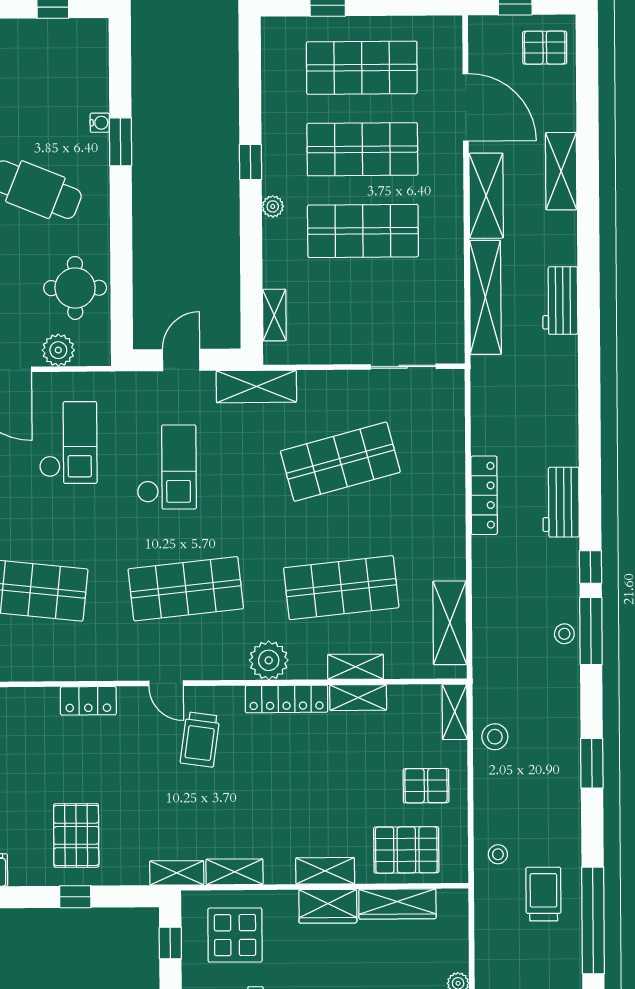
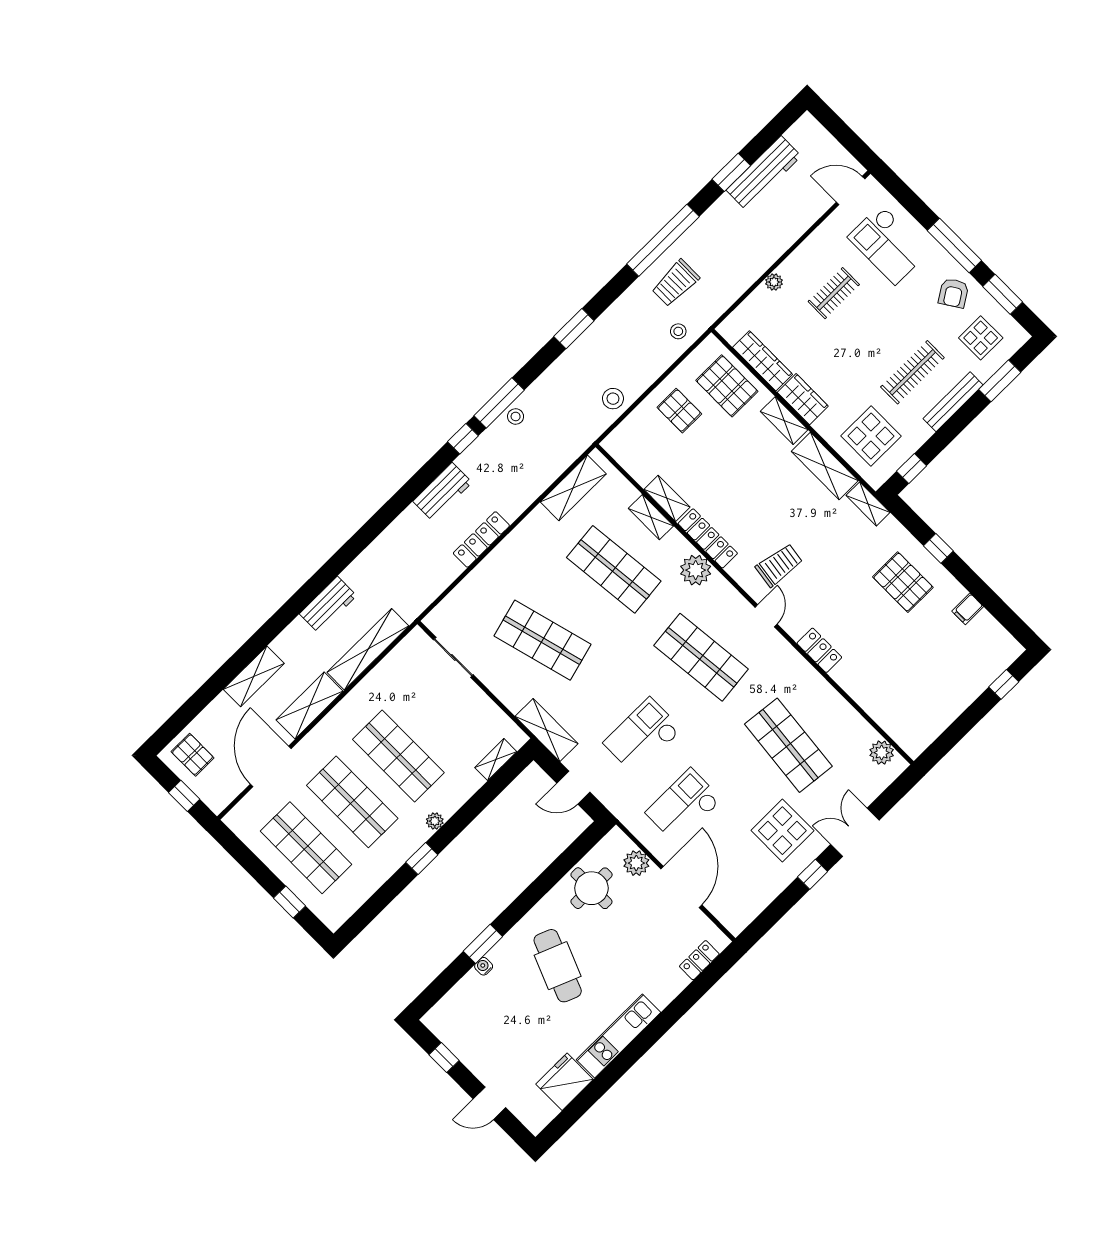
shelving: (455, 712) -> (621, 435), removed
pallet: (76, 835) -> (903, 582), turned 90
shelving: (234, 872) -> (825, 466), width x1.50, depth x1.33

